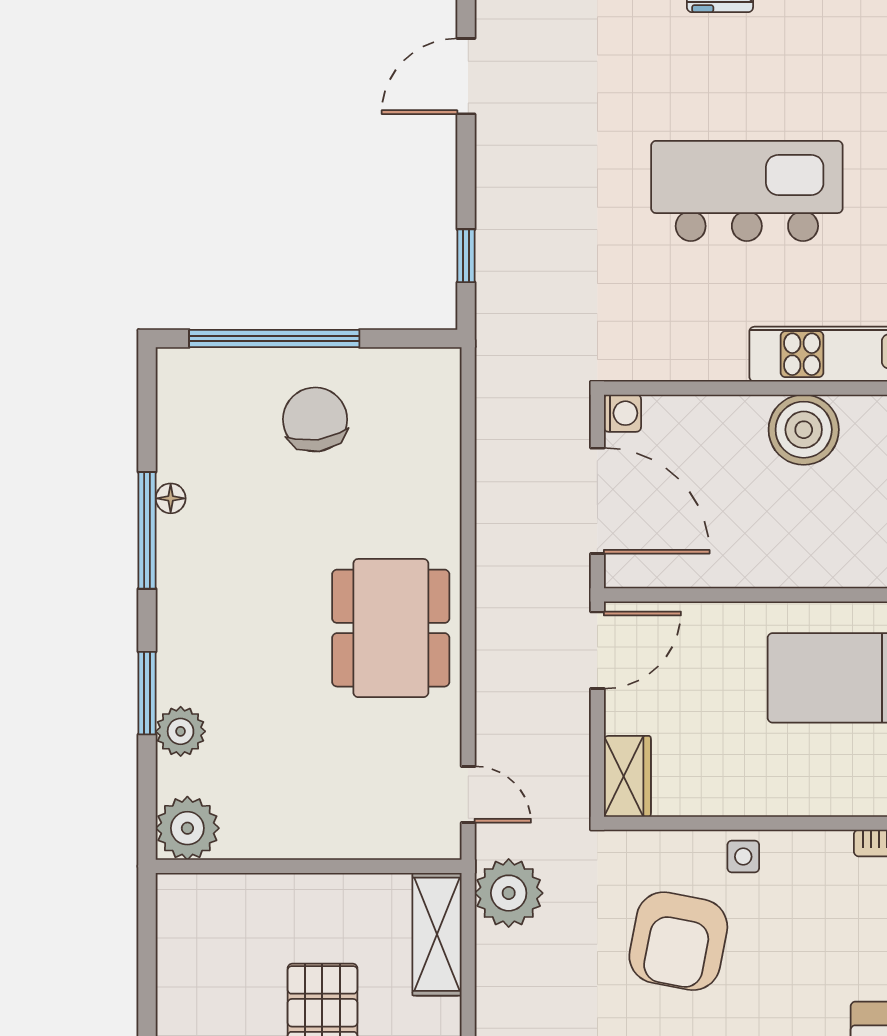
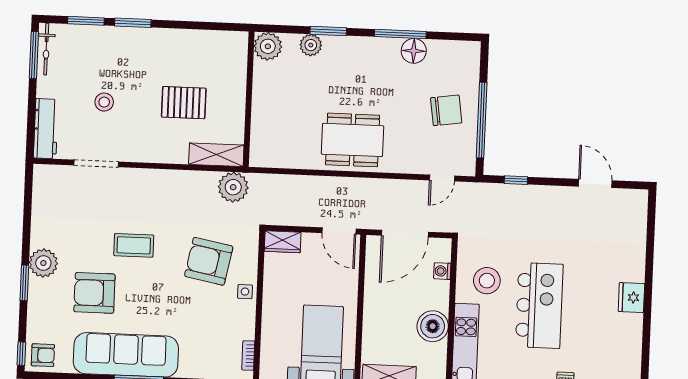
stool: (696, 311) -> (487, 281), added
window: (274, 339) -> (482, 120), moved
washing machine: (622, 413) -> (442, 271), moved, turned 90
floor lamp: (171, 498) -> (414, 51), width x1.89, depth x1.89
door: (468, 794) -> (442, 178), moved

